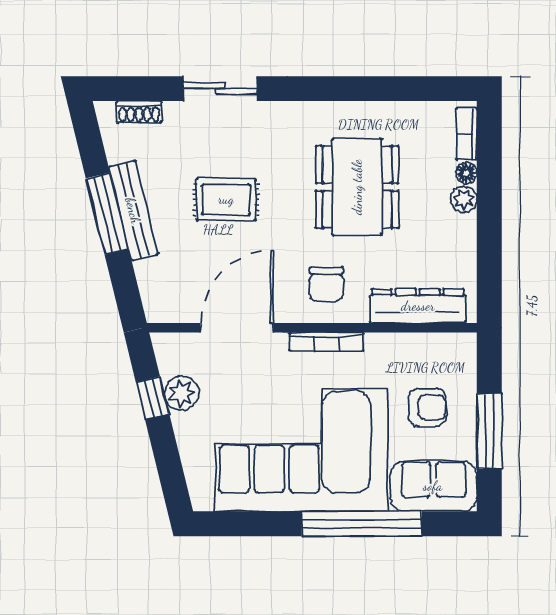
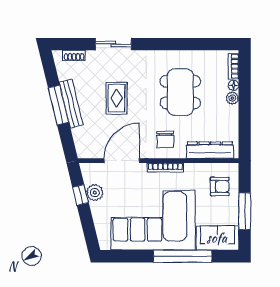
rug: (226, 199) -> (116, 98), turned 90
armchair: (427, 407) -> (220, 186), moved

